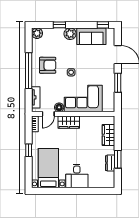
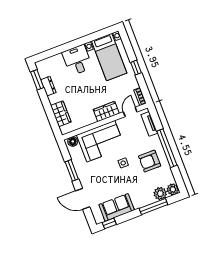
window: (59, 25) -> (153, 207), width x2.17
plant: (70, 34) -> (160, 194), moved
floor lamp: (59, 107) -> (73, 141), moved
window: (118, 159) -> (37, 80), moved

